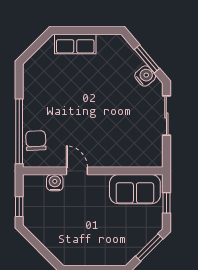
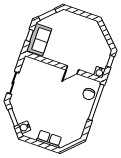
water cooler: (145, 76) -> (24, 127), moved
door: (77, 171) -> (72, 70), hinge flipped
water cooler: (55, 183) -> (100, 72), moved
sofa: (135, 189) -> (39, 40), moved, turned 90

